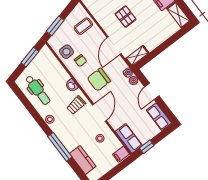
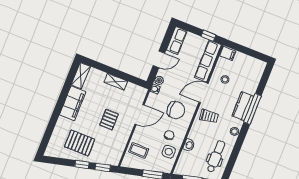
shelving: (137, 56) -> (116, 82), moved
washbasin: (71, 86) -> (189, 145), moved
row of seats: (129, 138) -> (208, 61), width x1.48
kitchen counter: (83, 160) -> (243, 106), moved

